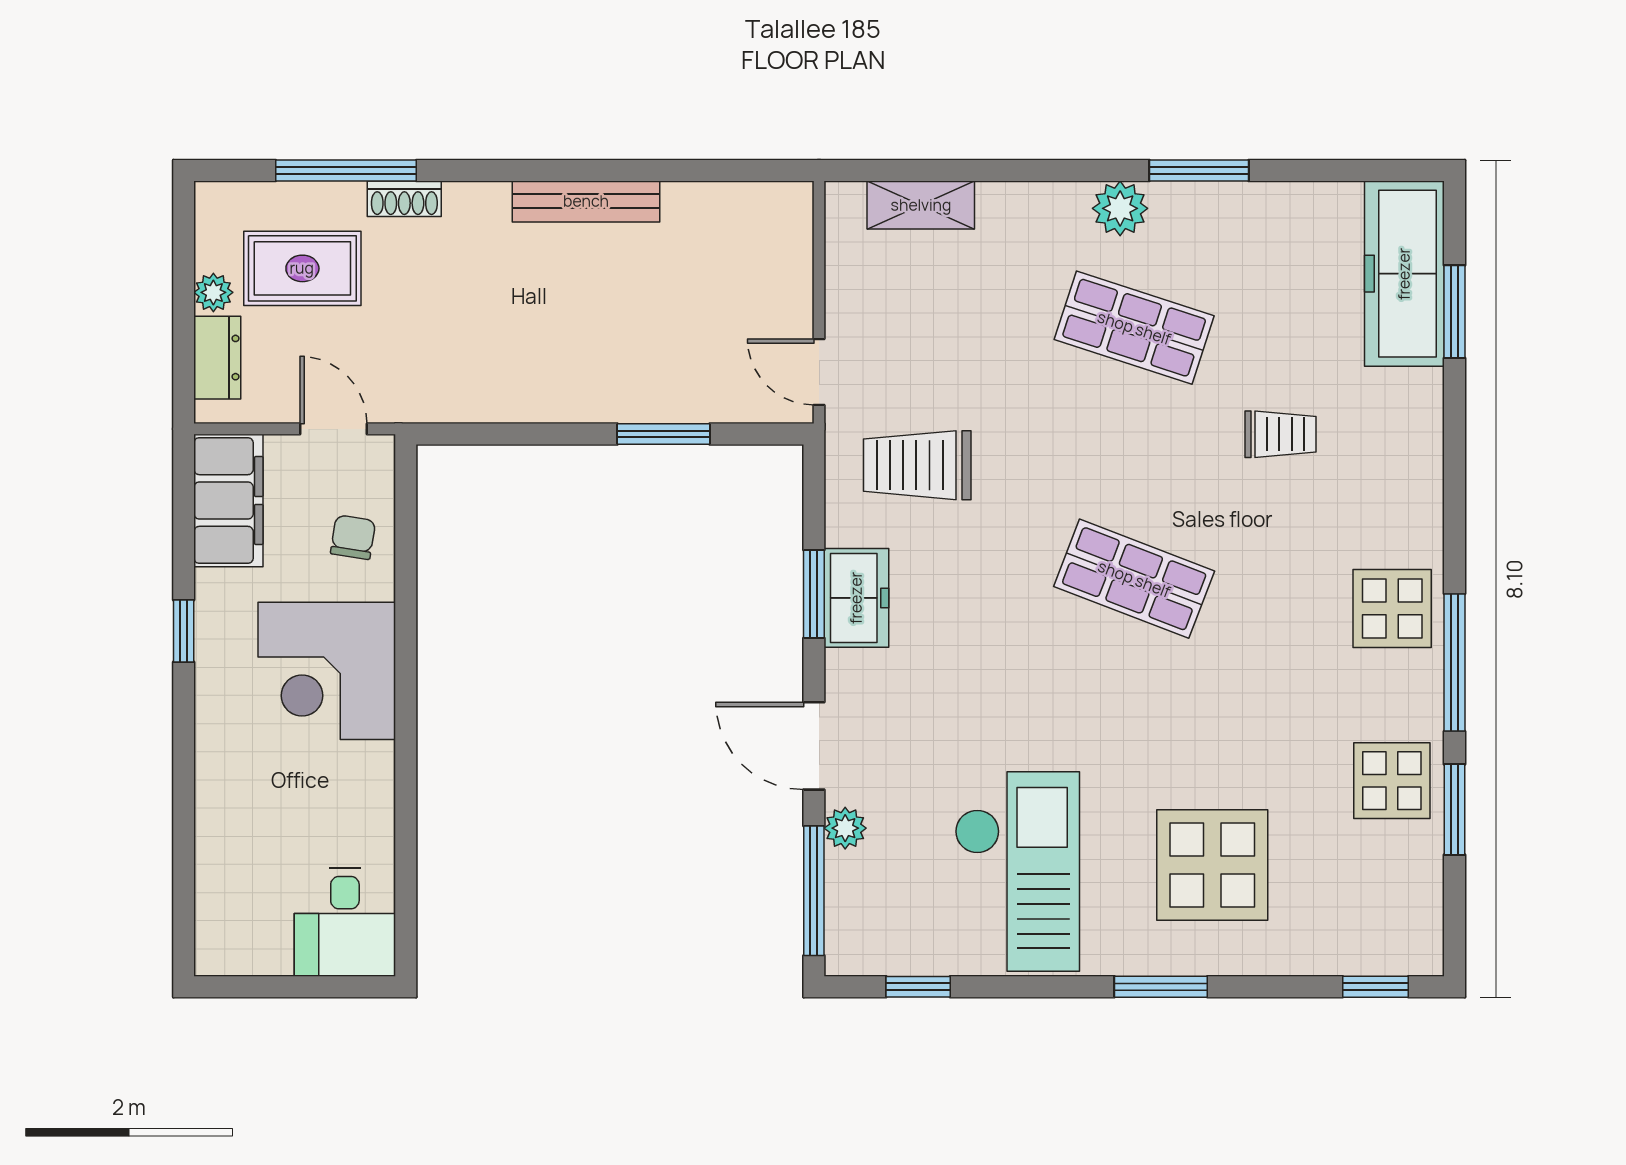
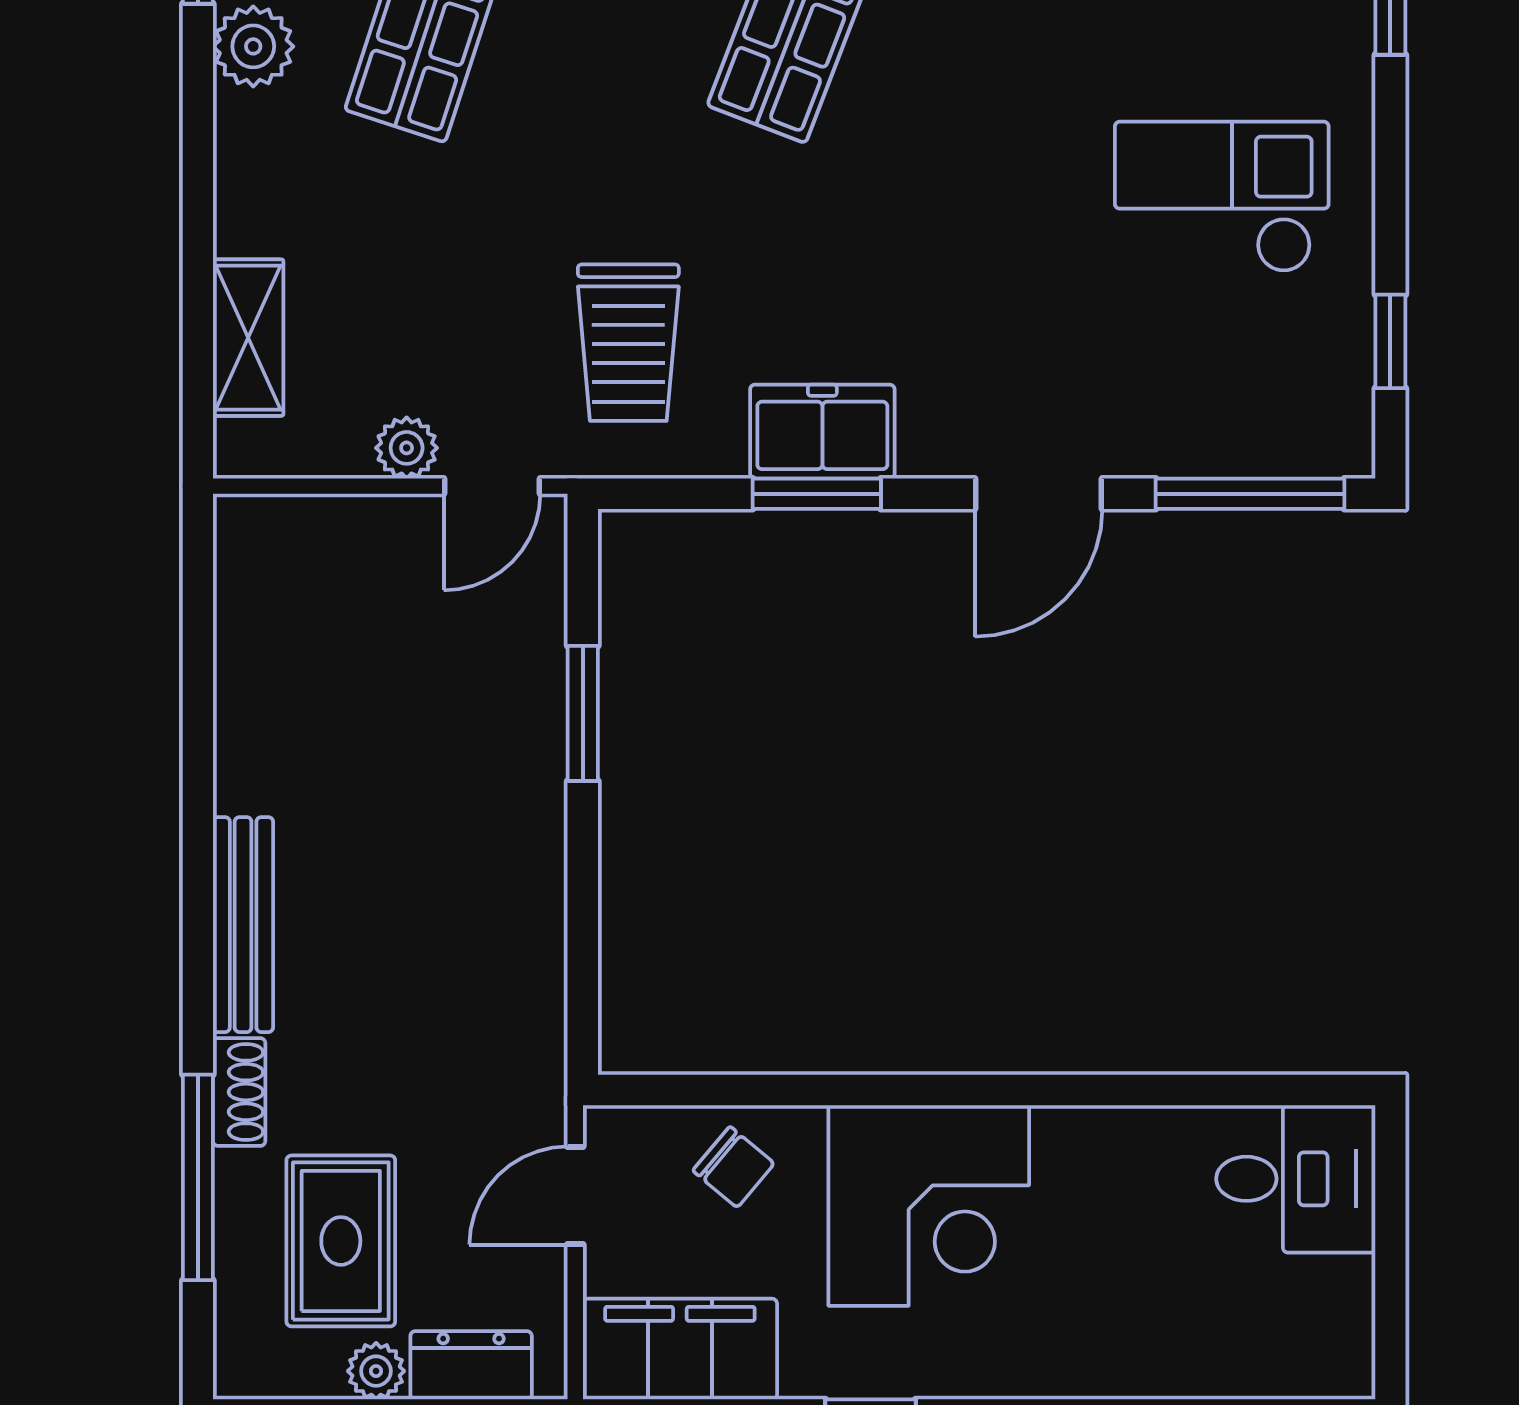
bench: (586, 201) -> (243, 925), moved
chair: (353, 537) -> (734, 1167), turned -149
plant: (845, 828) -> (407, 448), moved
checkout: (1017, 871) -> (1222, 197), width x0.73, depth x0.83

